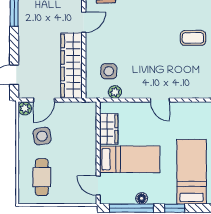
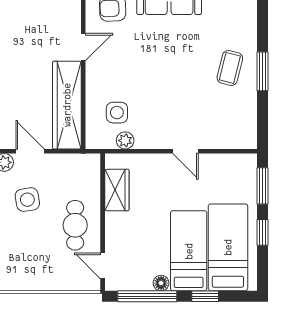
coffee table: (193, 38) -> (230, 68), turned -76
door: (44, 100) -> (30, 151), swing flipped
bed: (130, 159) -> (189, 251), moved, turned -90
cafe table: (42, 177) -> (75, 225), moved

